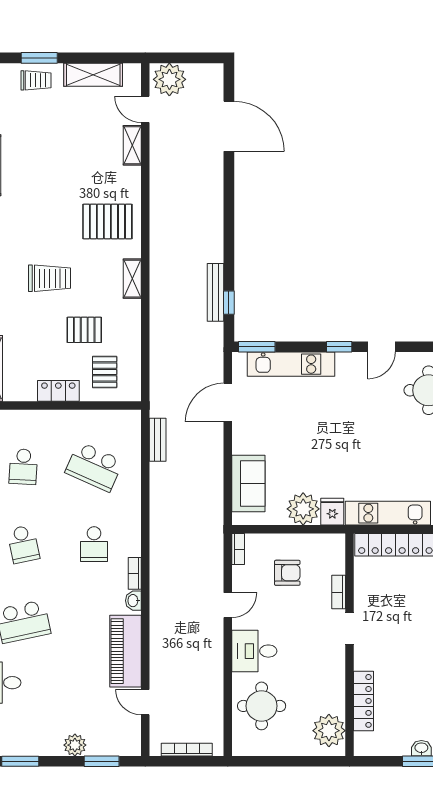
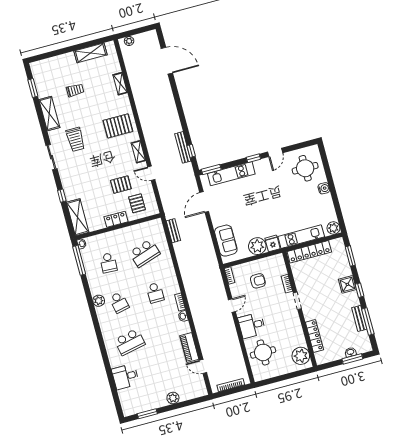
window: (39, 58) -> (61, 52), removed
plant: (169, 79) -> (129, 41), width x0.53, depth x0.53
trolley: (36, 80) -> (75, 90), moved
door: (145, 109) -> (151, 173), moved
trolley: (50, 278) -> (75, 139), moved, turned 90
school desk: (94, 467) -> (145, 253), turned -42
piano: (126, 651) -> (189, 347), width x0.73, depth x0.75
window: (102, 761) -> (189, 403), removed

